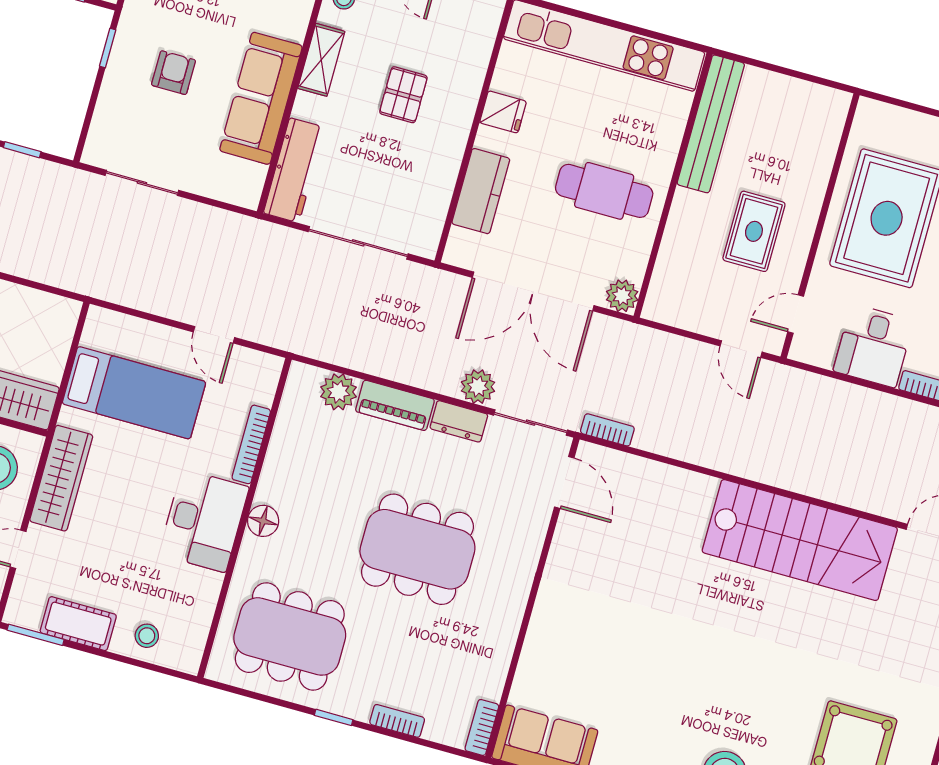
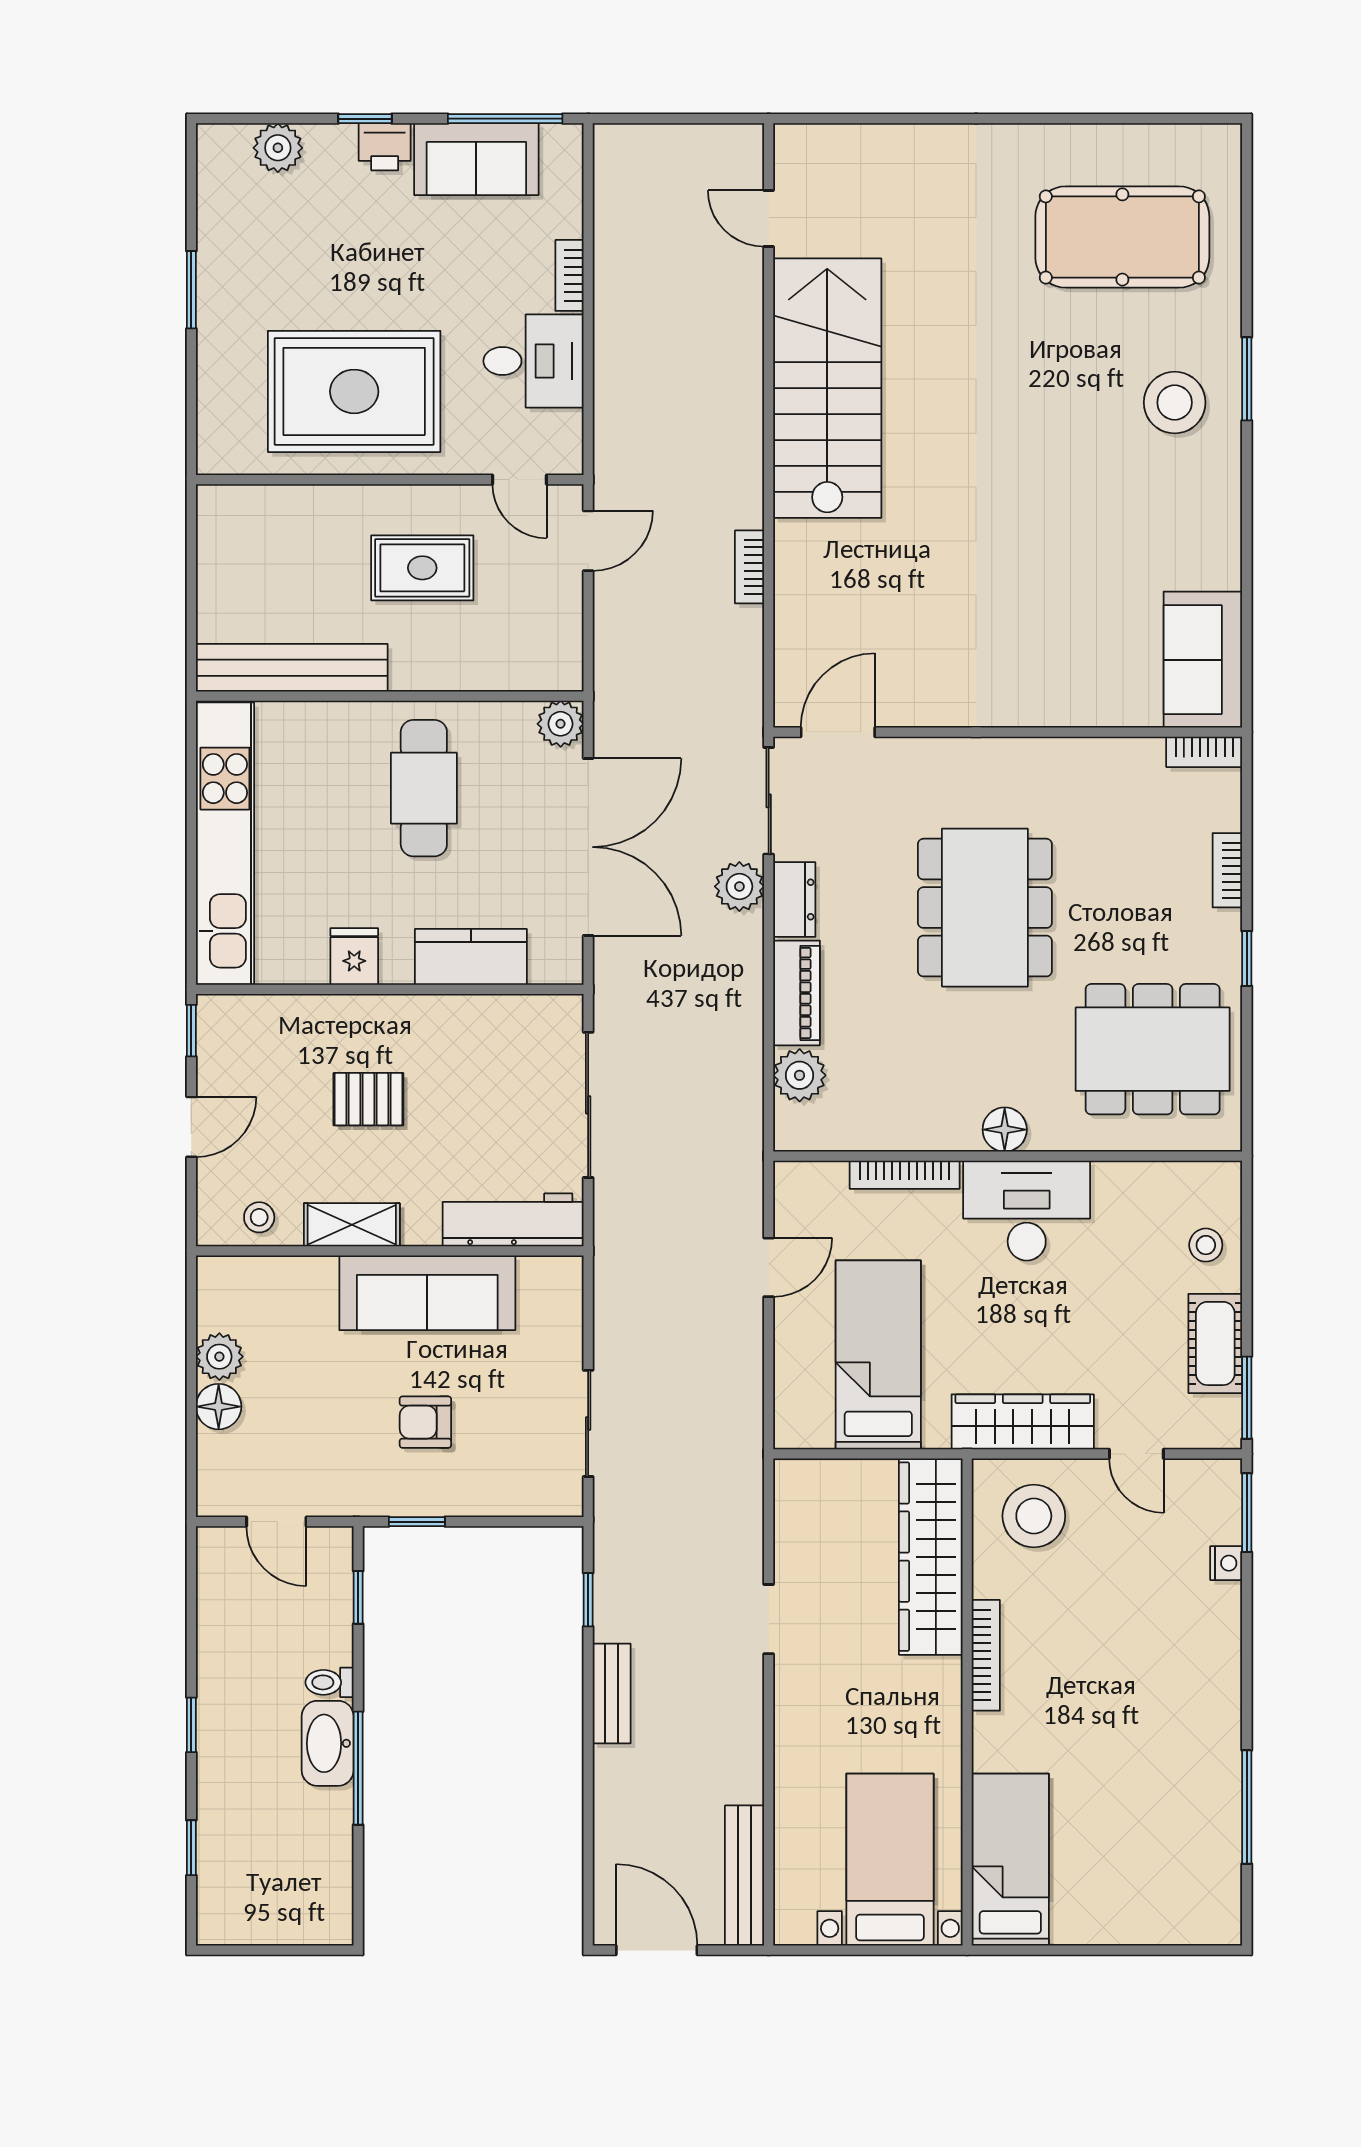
bookcase: (607, 430) -> (750, 567), moved
dining table: (290, 636) -> (1153, 1049), turned 90

